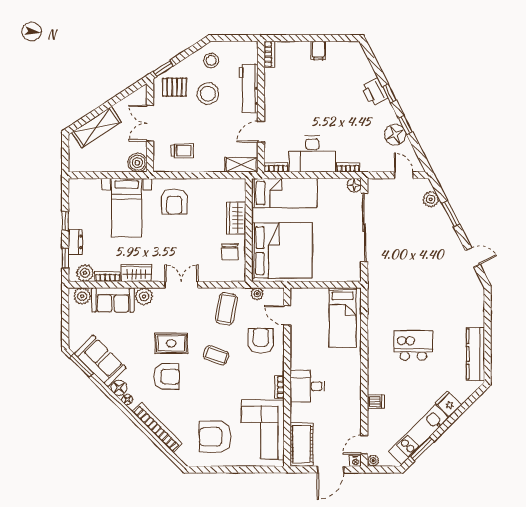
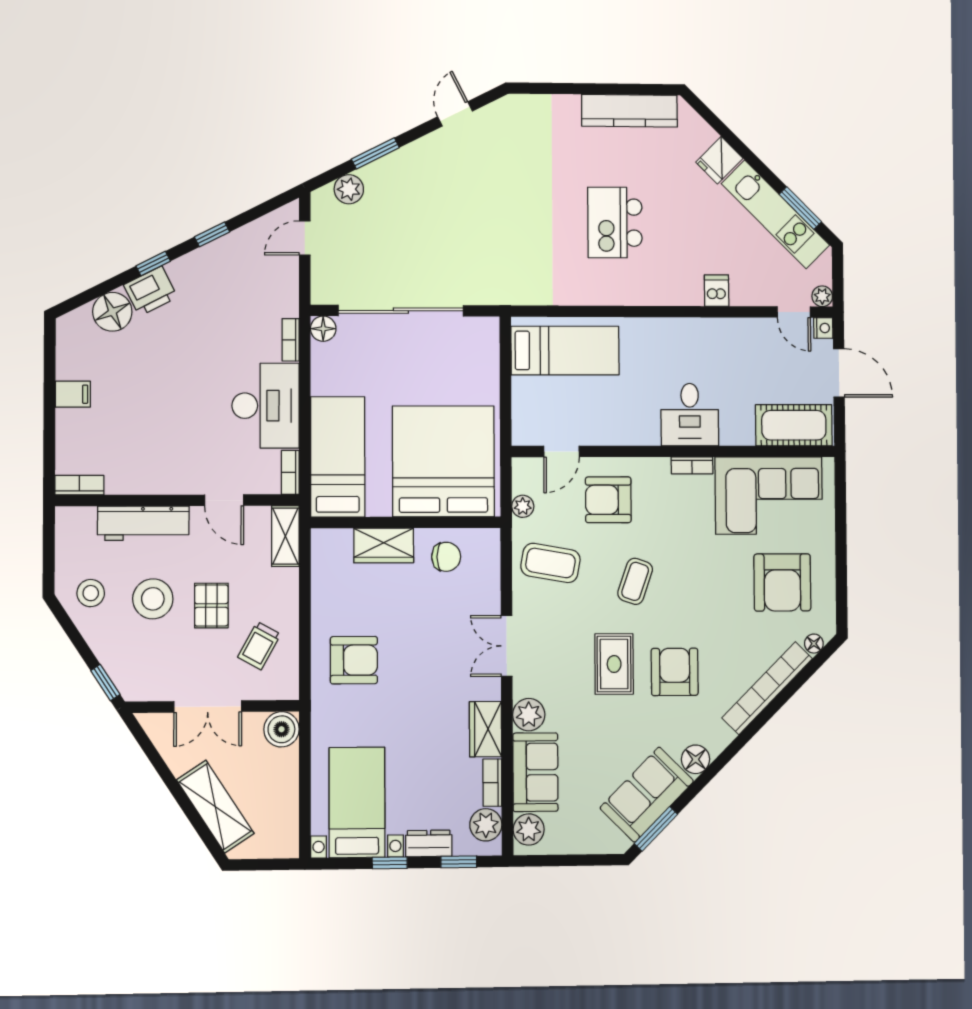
pallet: (175, 87) -> (211, 606), moved
floor lamp: (395, 135) -> (112, 312), moved
trolley: (182, 151) -> (259, 646), turned -151
bed with nightstands: (127, 208) -> (357, 802), moved, turned -90
floor lamp: (127, 400) -> (814, 644), moved

